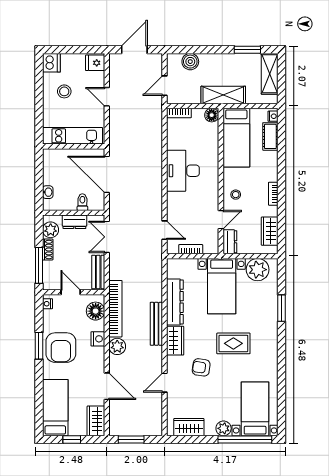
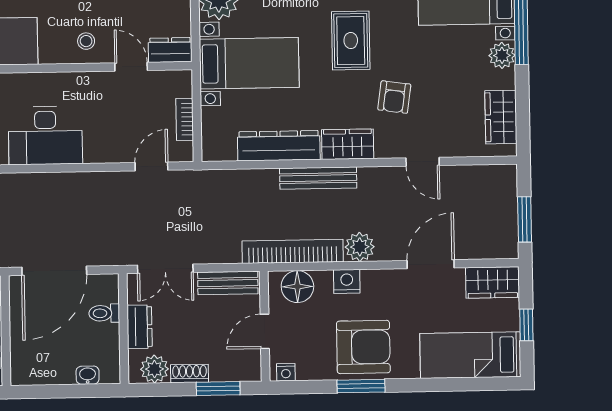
window: (39, 265) -> (218, 389), width x0.69

